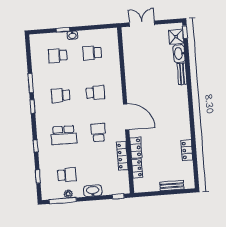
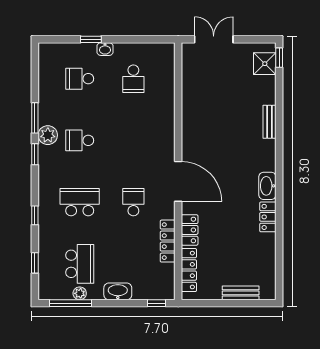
school desk: (92, 53) -> (133, 79), turned -90
washbasin: (179, 53) -> (267, 186), moved
school desk: (95, 93) -> (133, 140), removed
plant: (40, 94) -> (48, 135), added
school desk: (64, 135) -> (80, 202), turned 180
locker: (187, 150) -> (268, 217), moved
locker: (137, 168) -> (189, 270), width x1.53
school desk: (67, 175) -> (80, 264), width x1.85

